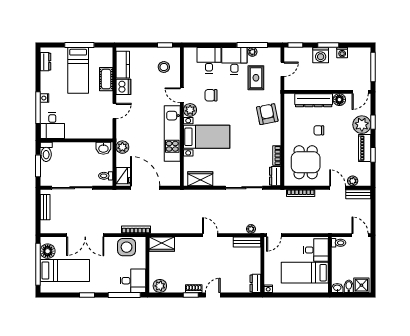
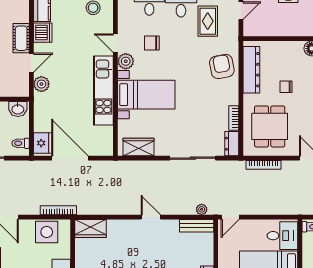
cot: (106, 79) -> (21, 38), moved
dresser: (314, 100) -> (251, 70), moved, turned -90
plant: (122, 147) -> (41, 84), moved

